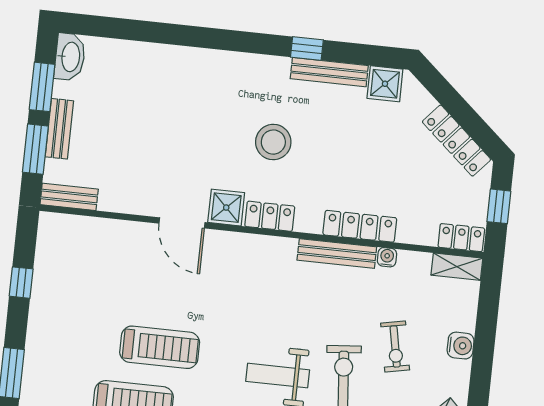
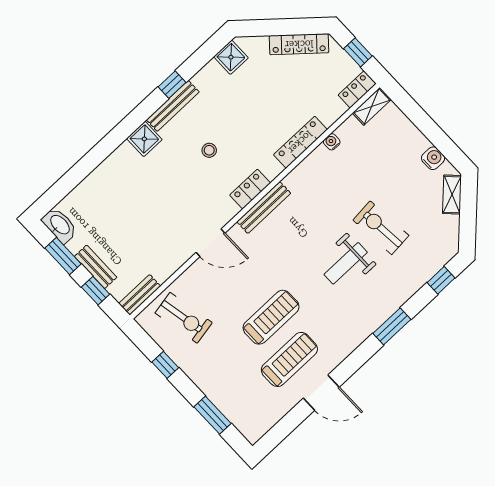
bench: (329, 72) -> (173, 106), moved
stool: (273, 142) -> (209, 150), width x0.53, depth x0.53
window: (35, 149) -> (96, 291), width x0.67
shower: (226, 208) -> (144, 139), moved
bench: (337, 254) -> (264, 207), moved
exercise bike: (395, 346) -> (184, 318), moved, width x1.38, depth x1.39
water cooler: (461, 346) -> (433, 158), moved

